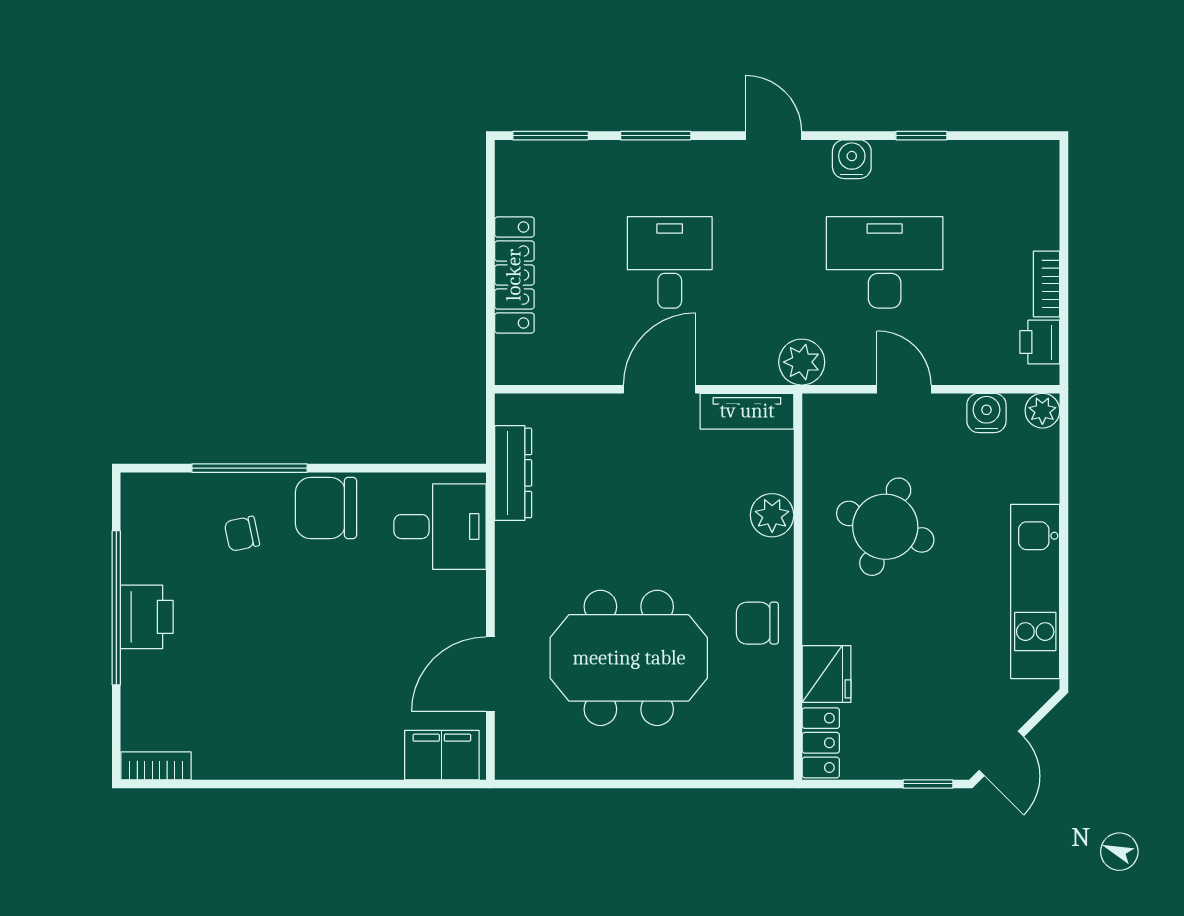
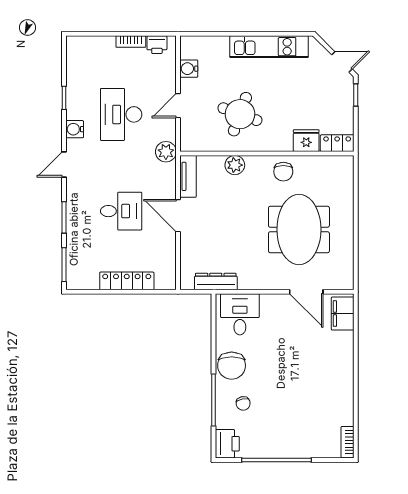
desk: (670, 262) -> (121, 211), turned 180
plant: (1042, 411) -> (188, 43), removed
printer: (147, 617) -> (227, 444), moved, turned 90

